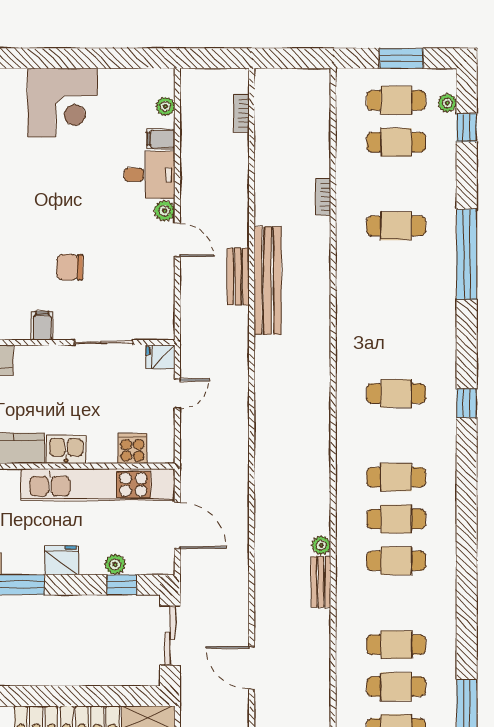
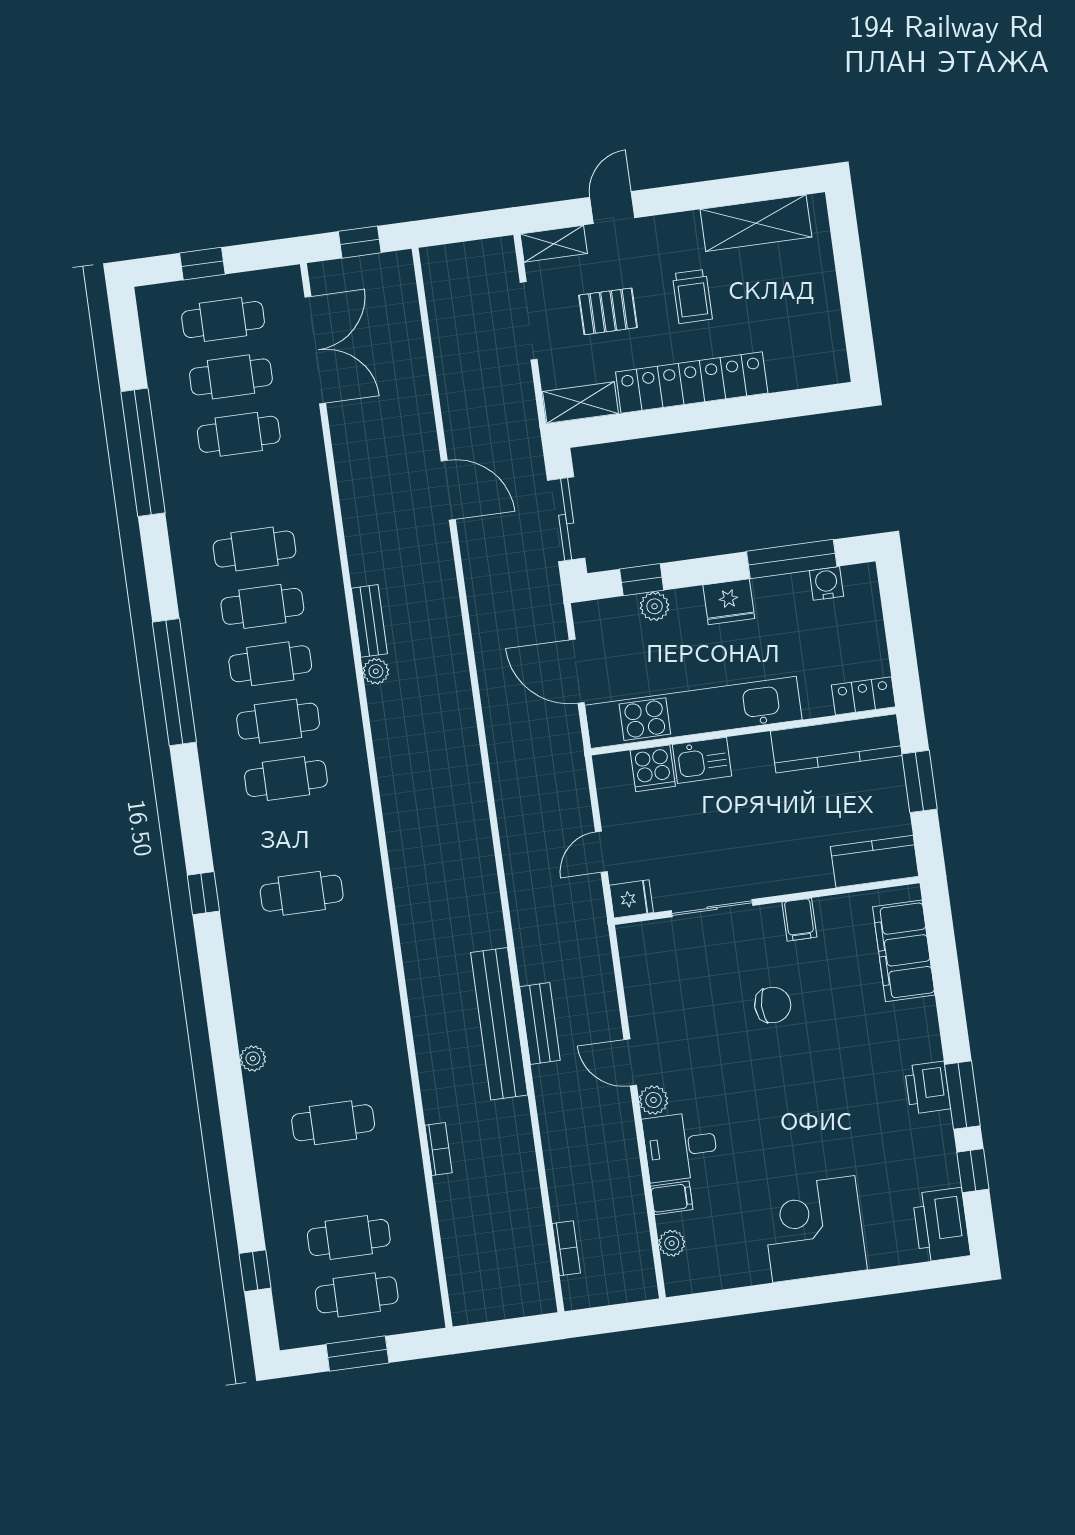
plant: (447, 103) -> (253, 1059), moved
window: (467, 254) -> (174, 682), moved
kitchen sink: (66, 449) -> (702, 760), moved
cafe table: (396, 686) -> (262, 606), moved

